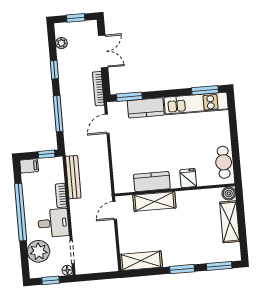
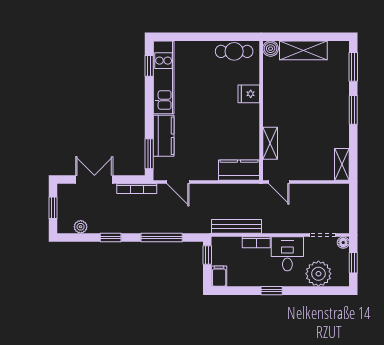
window: (205, 90) -> (149, 66), width x0.67
kitchen counter: (152, 182) -> (239, 170), moved, turned 90
shelving: (154, 201) -> (270, 143), width x0.67, depth x0.75
window: (21, 212) -> (272, 291), width x0.32
shelving: (141, 261) -> (342, 164), width x0.67, depth x0.75

